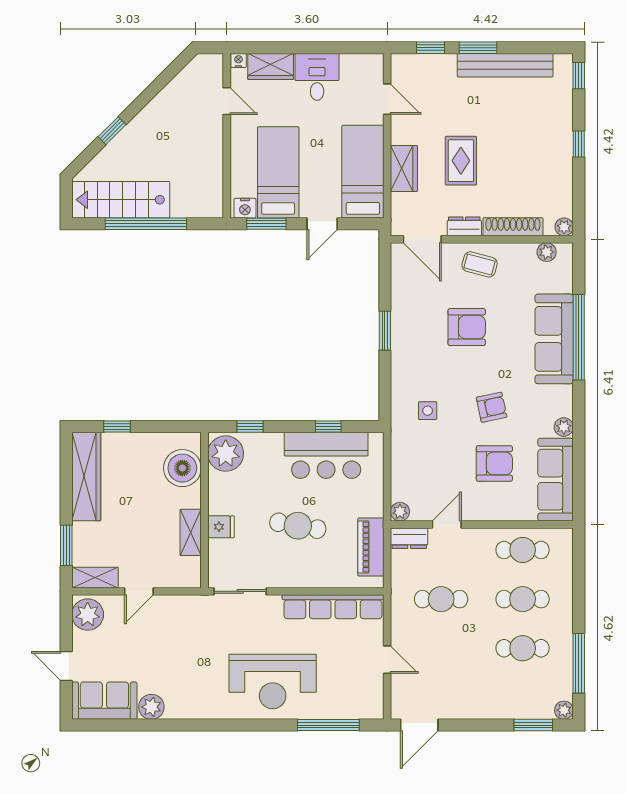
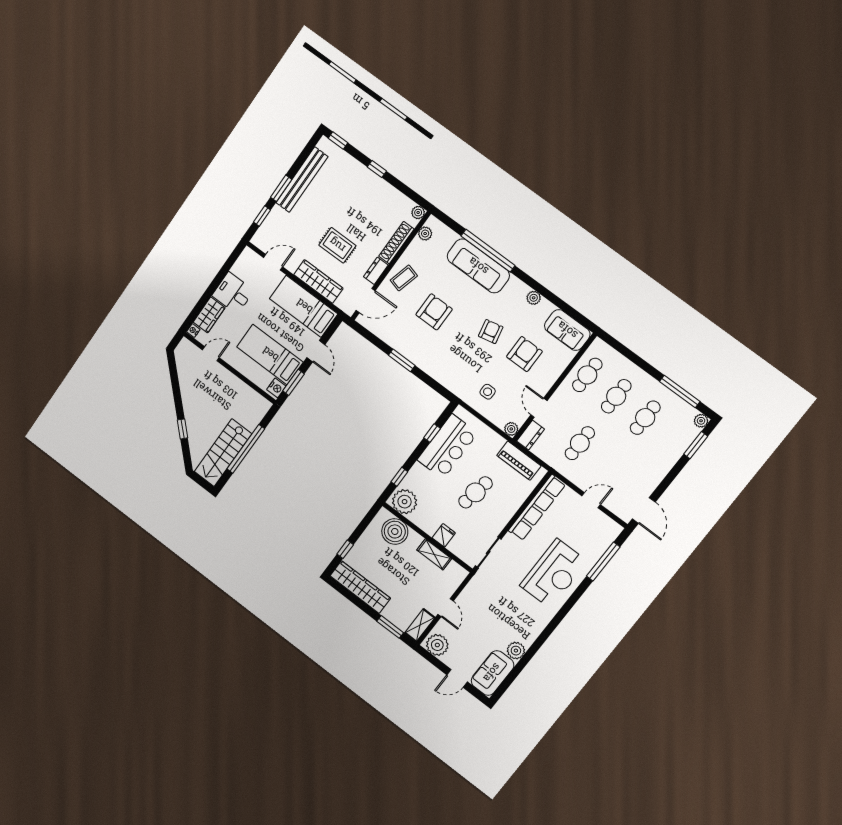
wardrobe: (404, 168) -> (318, 281), width x1.50
side table: (428, 411) -> (488, 392), moved
sofa: (556, 480) -> (567, 330), width x0.73

